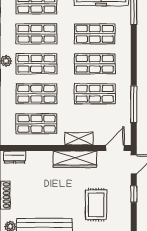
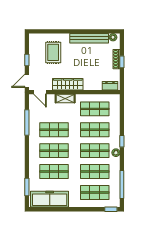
door: (115, 148) -> (40, 92), hinge flipped

